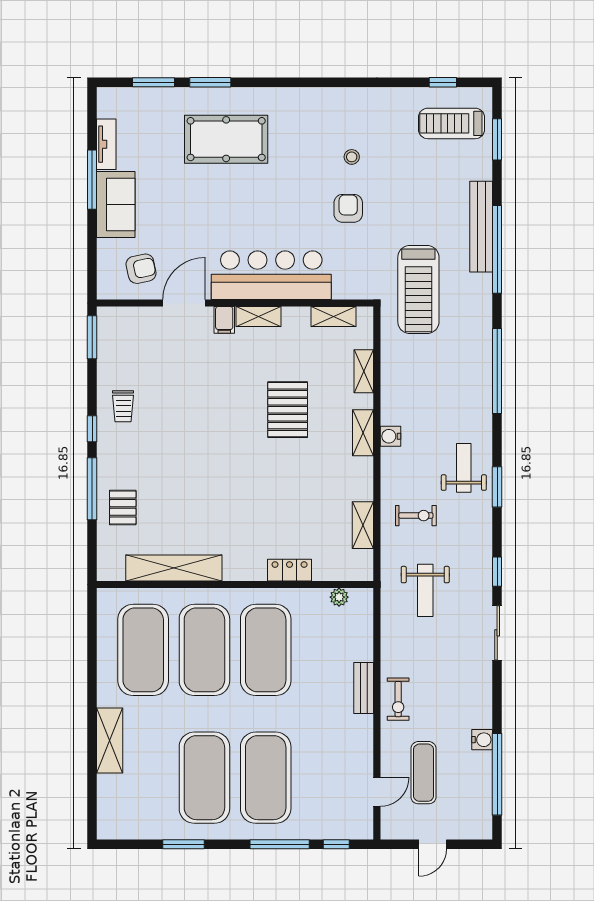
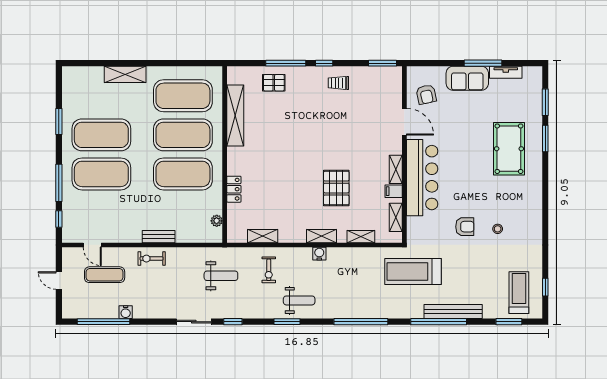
filing cabinet: (224, 320) -> (394, 191), moved
pallet: (288, 410) -> (336, 188), turned 90
weight bench: (425, 590) -> (221, 276), turned 180

